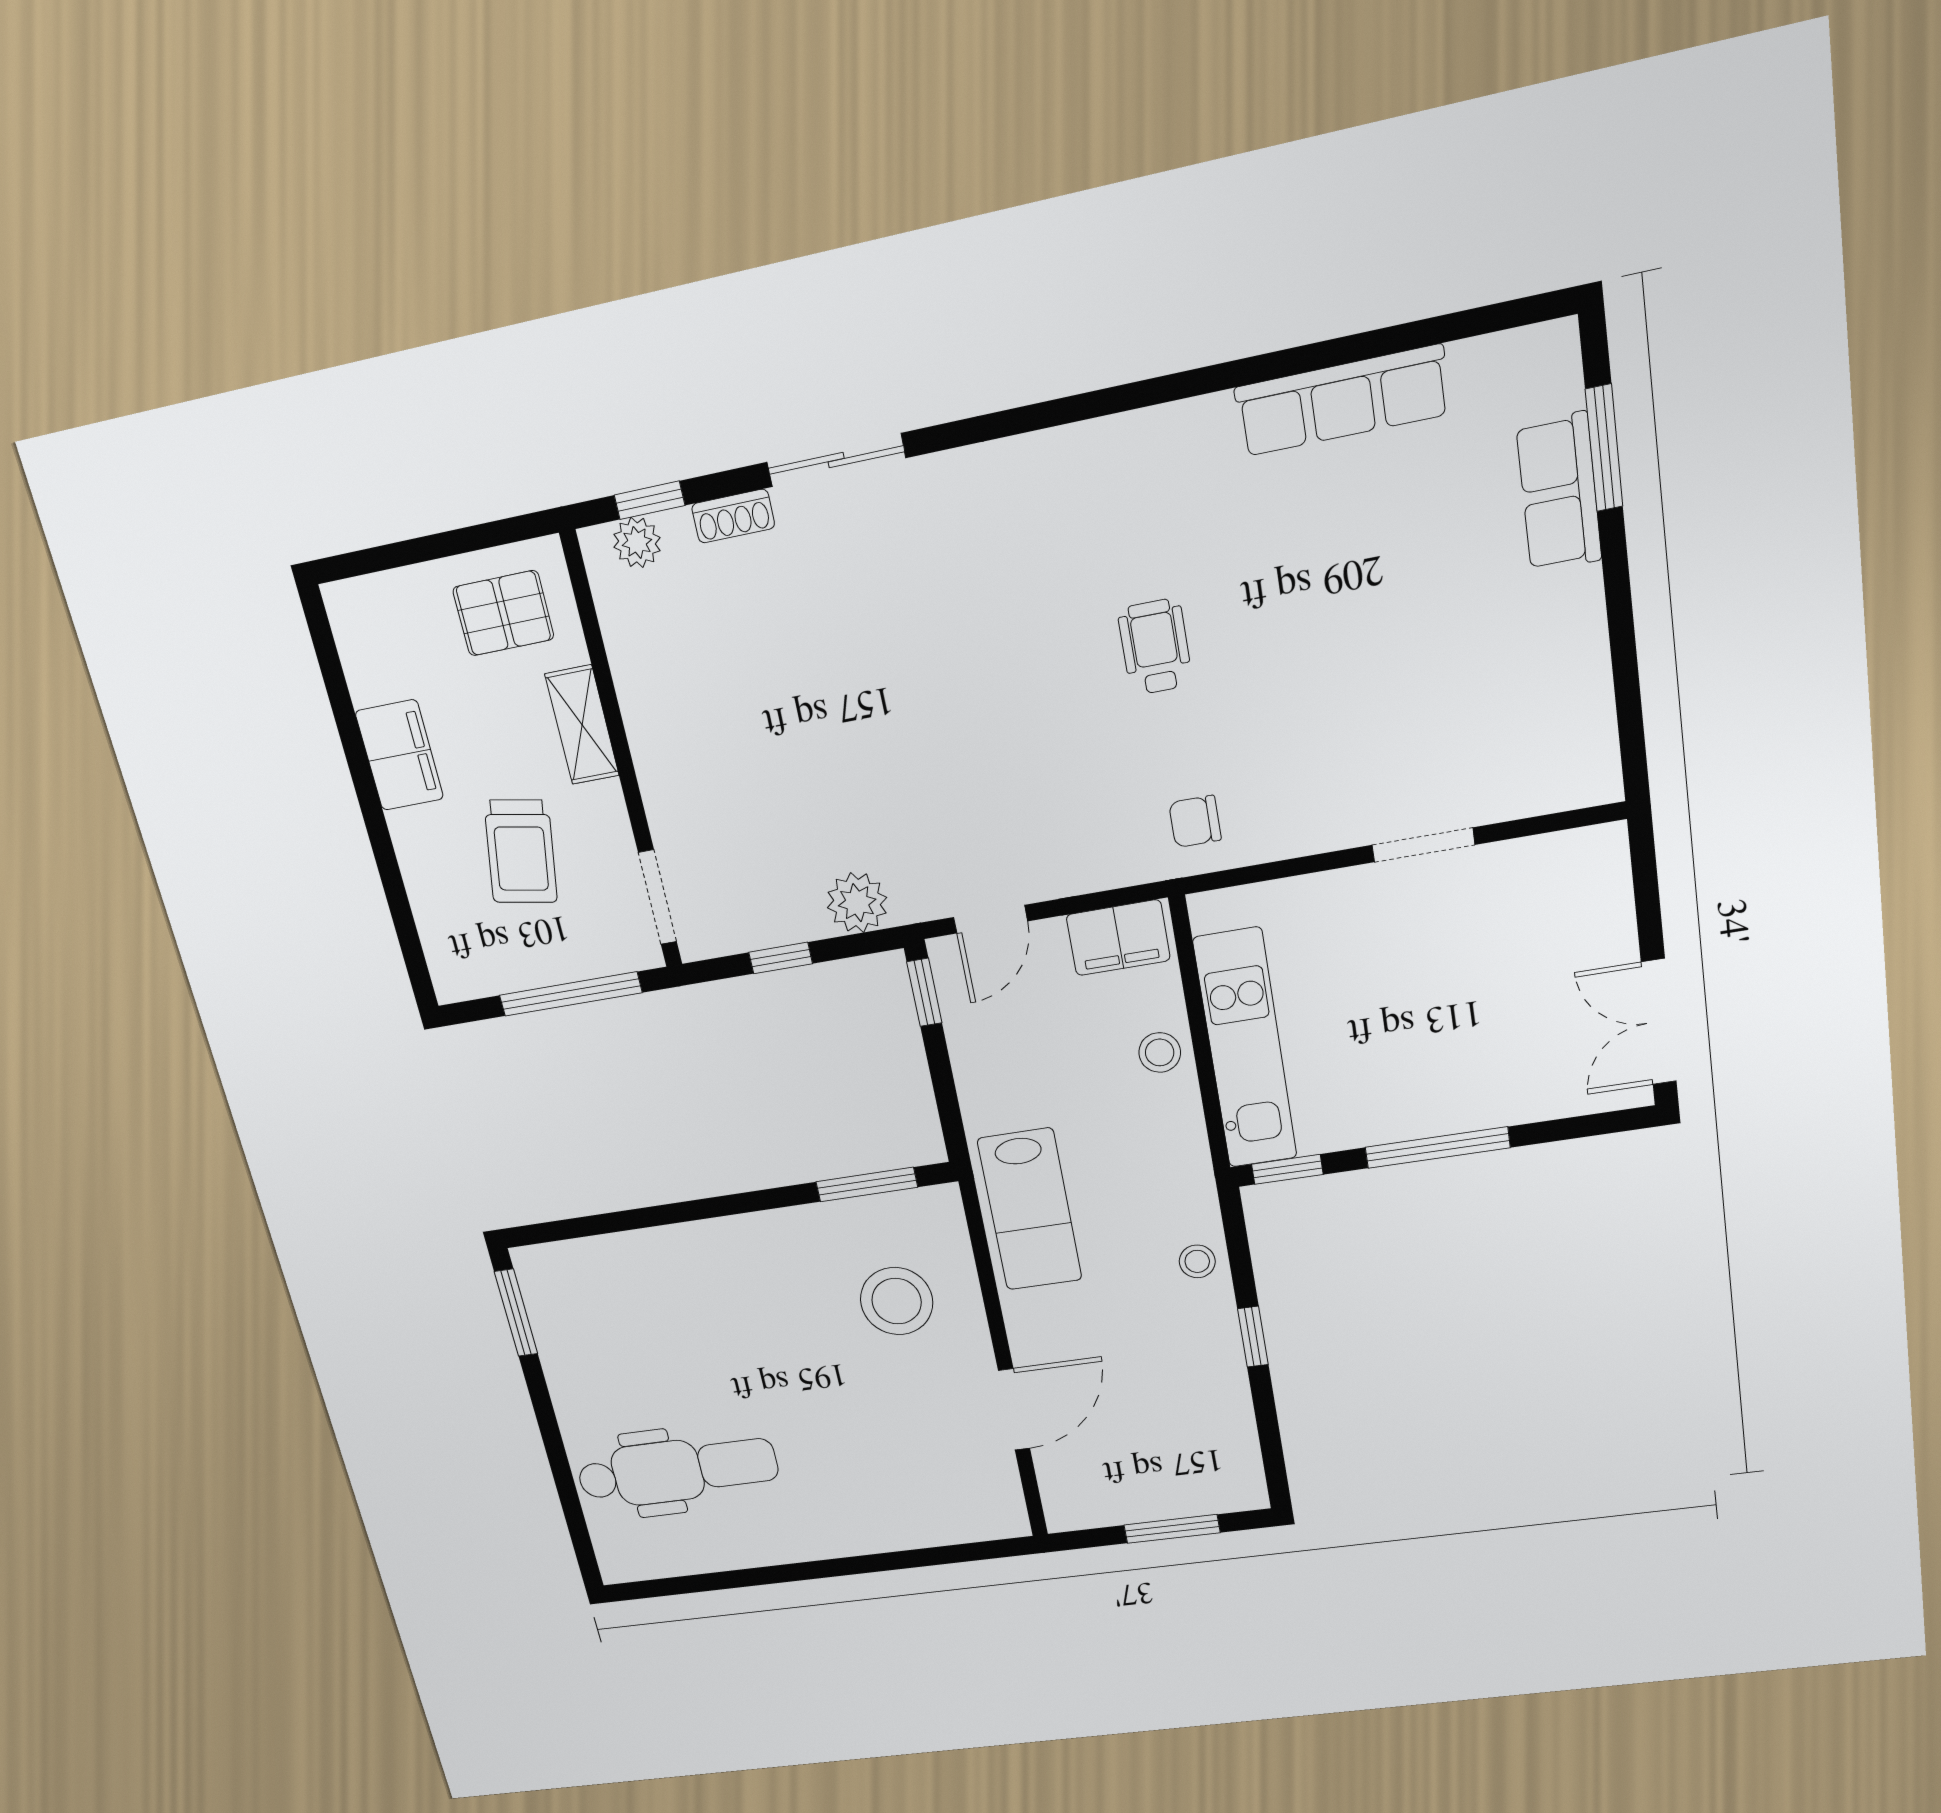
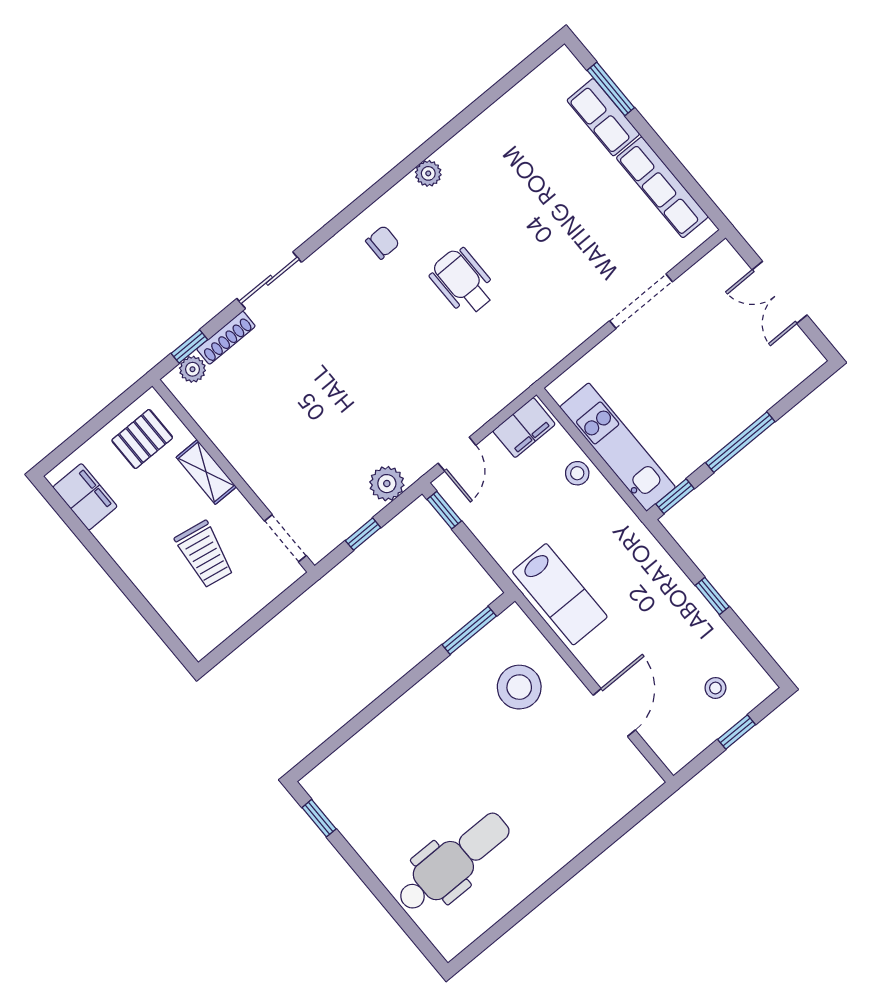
row of seats: (1342, 401) -> (662, 187), moved, turned 90
plant: (1203, 422) -> (428, 173), added
shoe rack: (733, 516) -> (226, 338), width x1.43
wheelchair: (1155, 647) -> (463, 282), width x1.36, depth x1.37
filing cabinet: (399, 755) -> (85, 497), moved
chair: (1195, 821) -> (382, 242), moved, turned 180
doorway: (1423, 845) -> (641, 301), width x1.38
window: (571, 994) -> (265, 616), removed
double door: (1659, 1022) -> (780, 292), moved
stool: (1197, 1261) -> (715, 688), moved
window: (516, 1313) -> (319, 818), width x0.67
window: (1172, 1529) -> (737, 732), width x0.67

